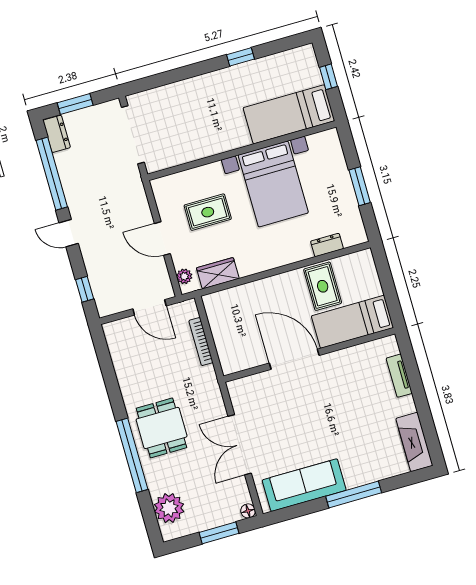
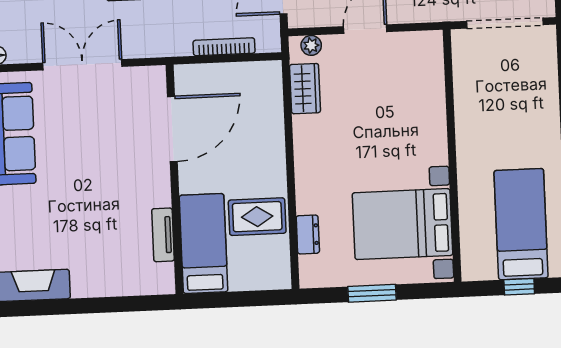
bed: (289, 114) -> (521, 224), moved
bed with nightstands: (273, 184) -> (403, 224), moved
rug: (208, 212) -> (385, 94), removed
door: (294, 359) -> (172, 129), moved
tv unit: (399, 376) -> (163, 235), moved, turned -90

